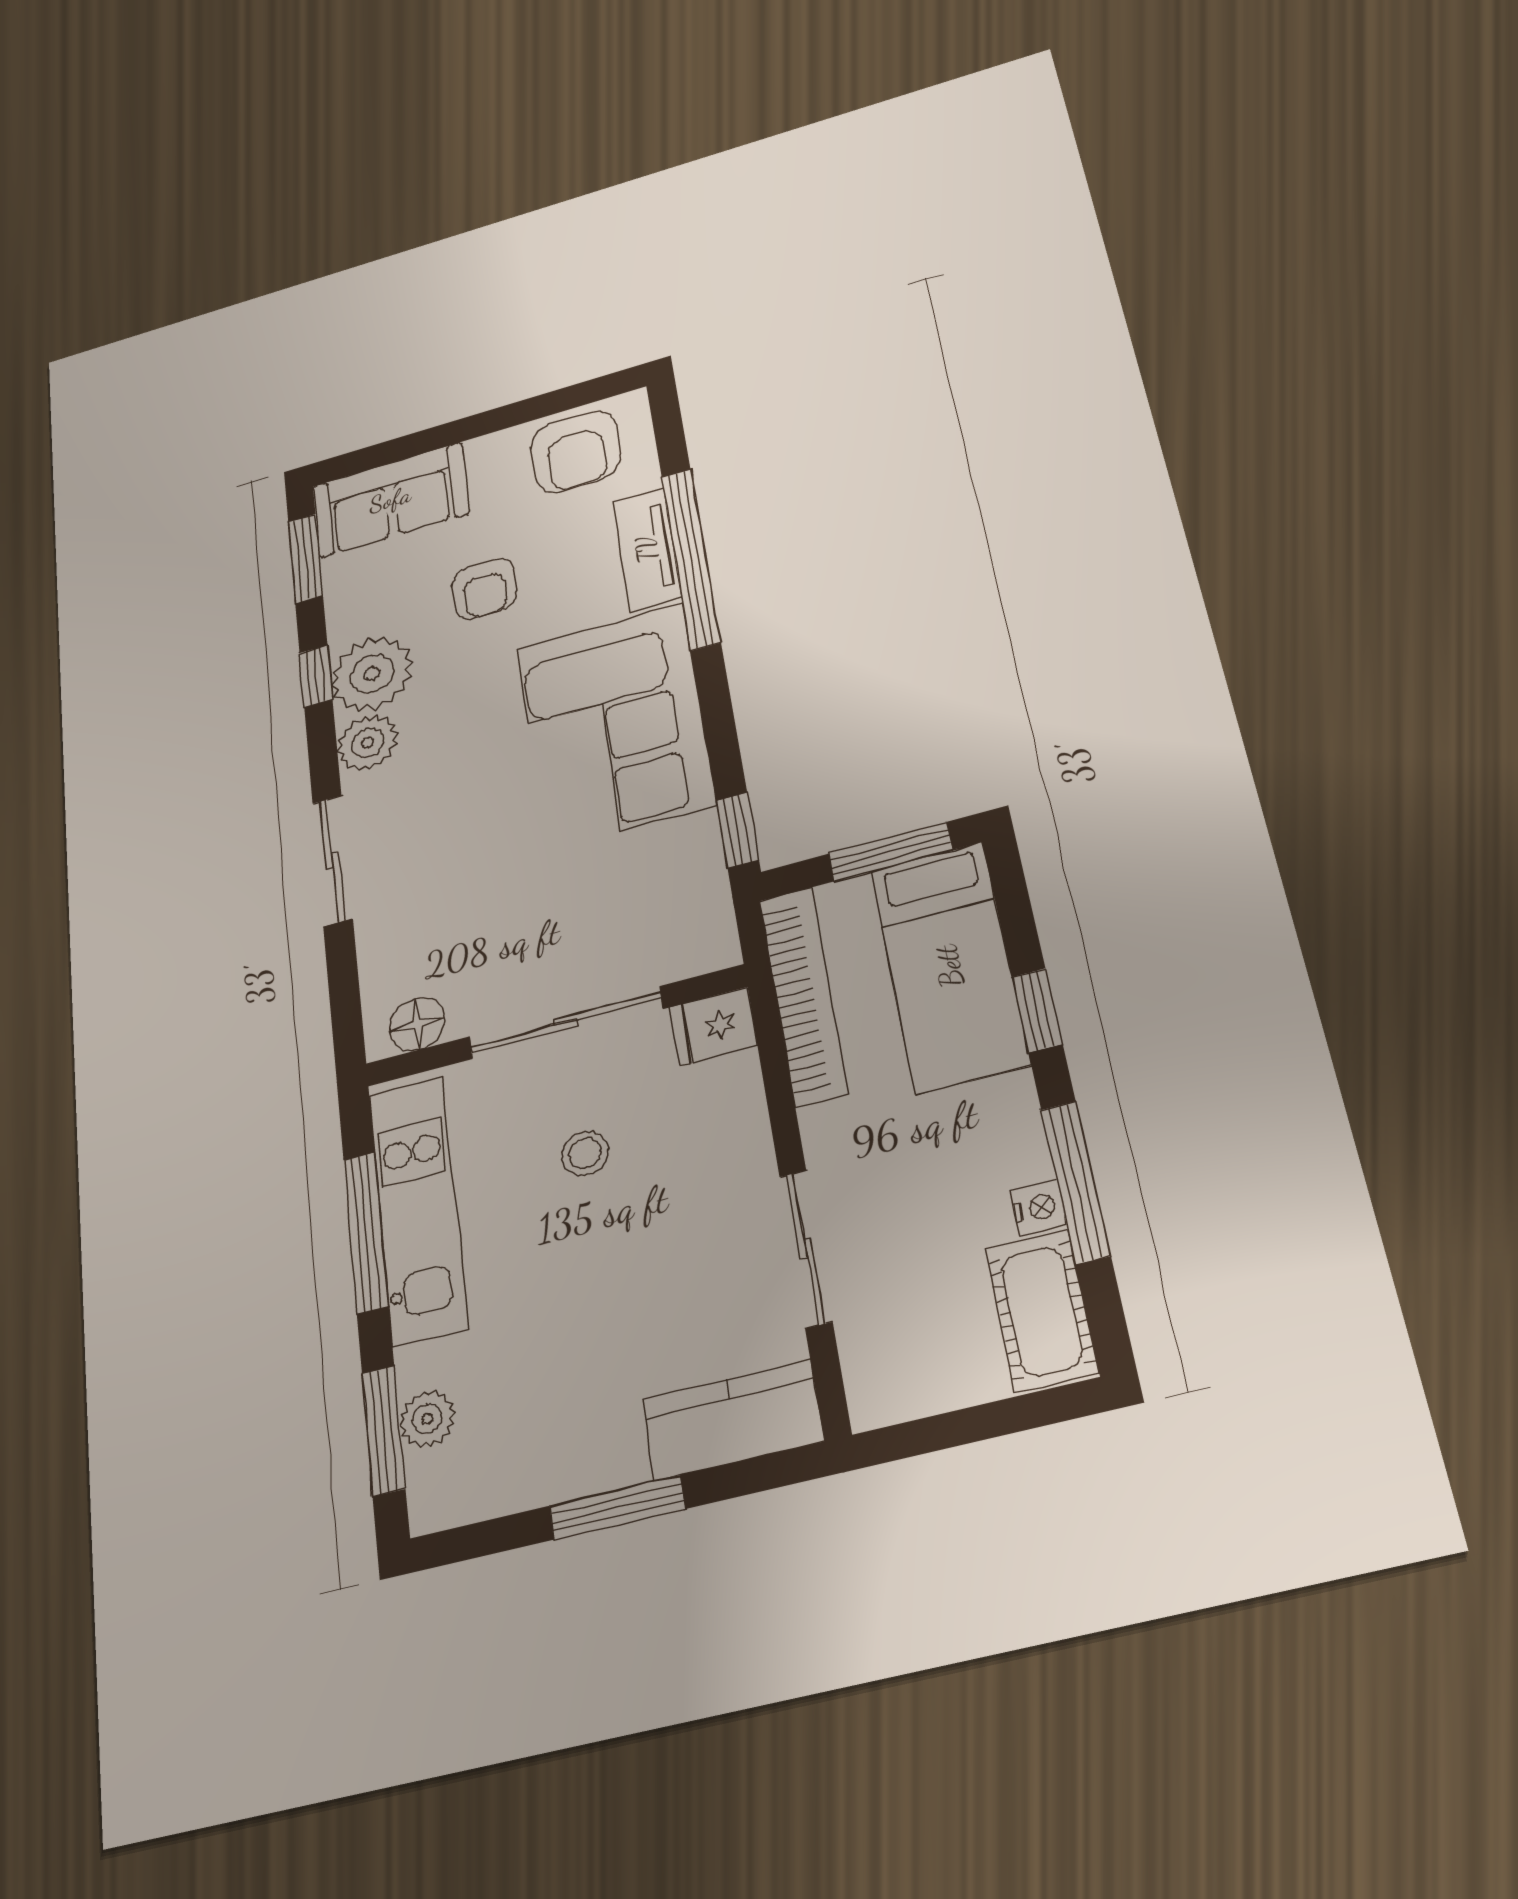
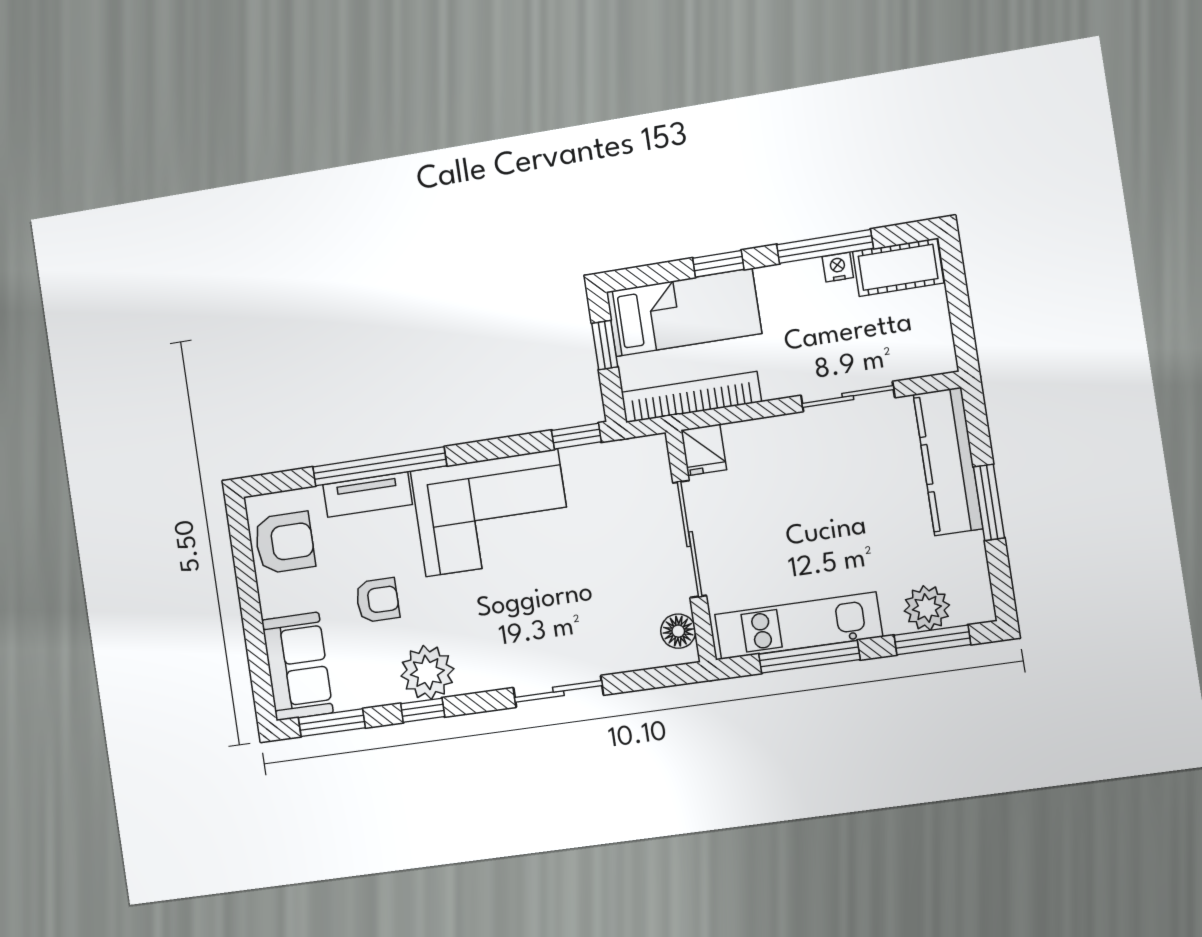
plant: (367, 743) -> (478, 673), removed
window: (890, 852) -> (605, 345), width x0.67
stool: (585, 1153) -> (775, 525), removed
plant: (427, 1419) -> (927, 608), width x1.38, depth x1.38
kitchen counter: (732, 1420) -> (948, 461), width x1.50

